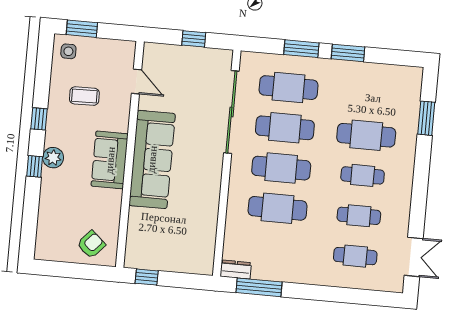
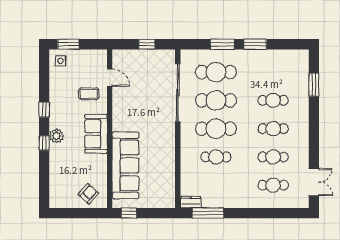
coffee table: (84, 96) -> (89, 94), moved
cafe table: (366, 135) -> (273, 100), width x0.73, depth x0.74
sofa: (152, 159) -> (126, 165), moved
cafe table: (278, 208) -> (216, 157), width x0.73, depth x0.74

